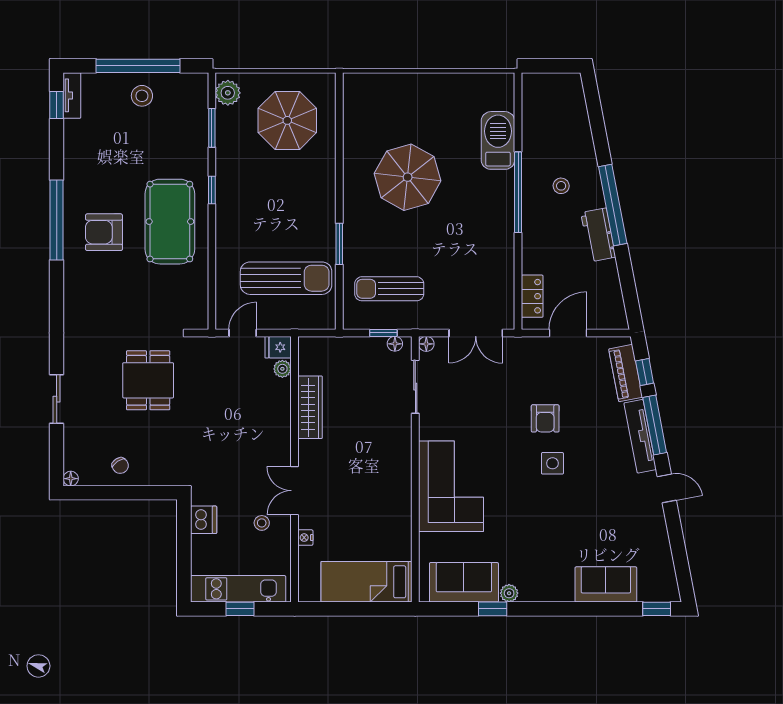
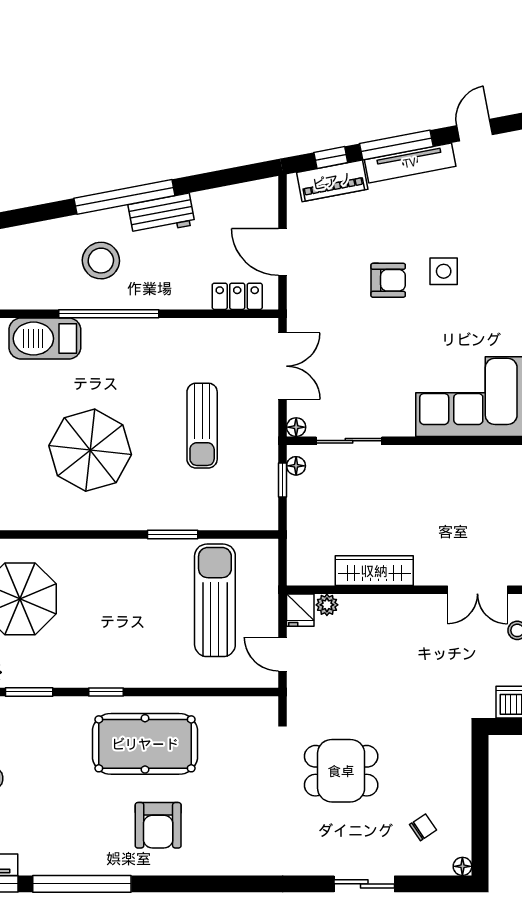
stool: (561, 186) -> (101, 261), width x1.89, depth x1.89
window: (57, 220) -> (82, 884), moved
sun lounger: (389, 289) -> (202, 426), moved
chair: (120, 466) -> (423, 827), moved

